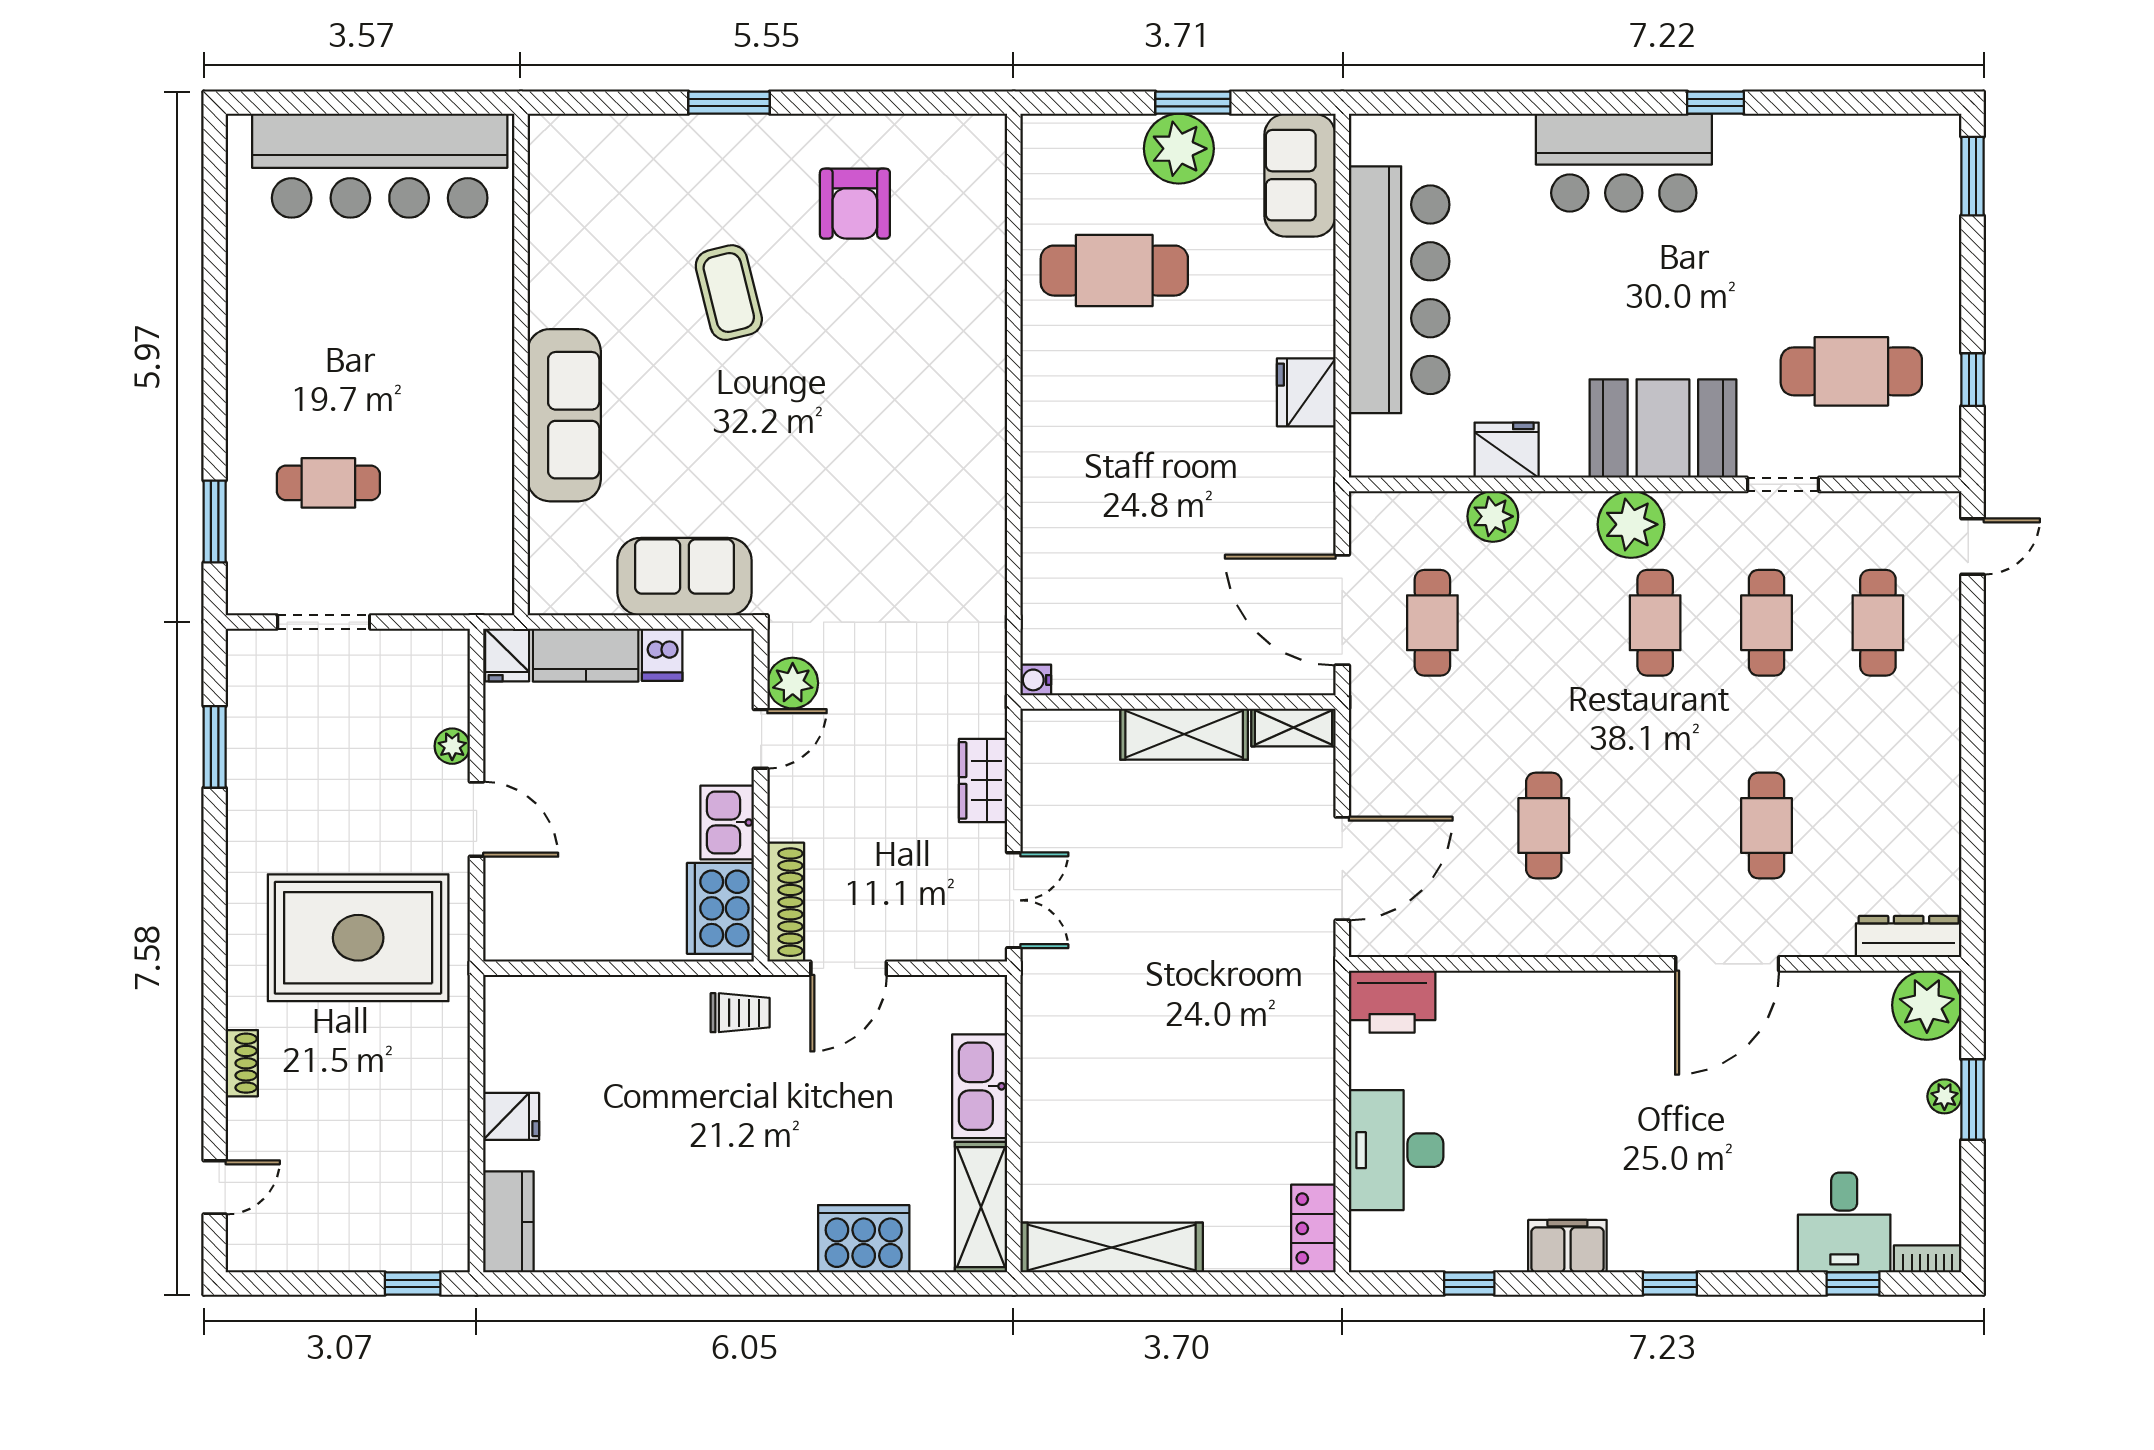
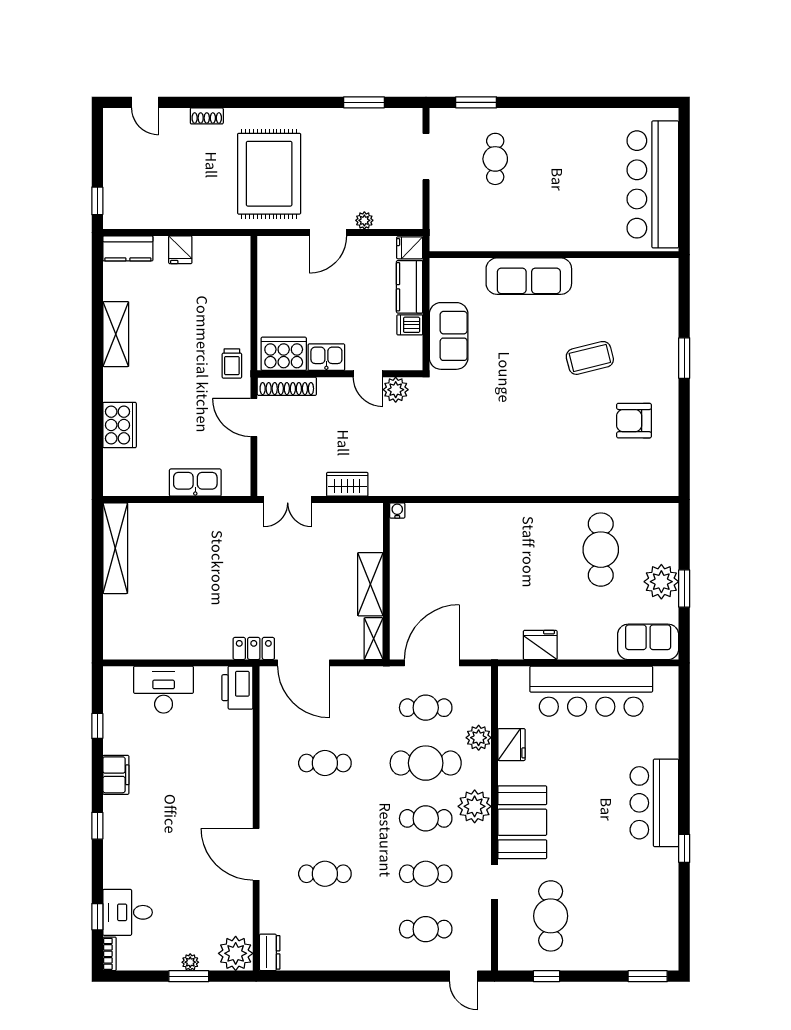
cafe table: (1544, 623) -> (426, 763), added
dresser: (1909, 937) -> (270, 952), width x0.70
shelving: (981, 1207) -> (116, 334), moved, turned 90
locker: (1313, 1228) -> (254, 648), moved

